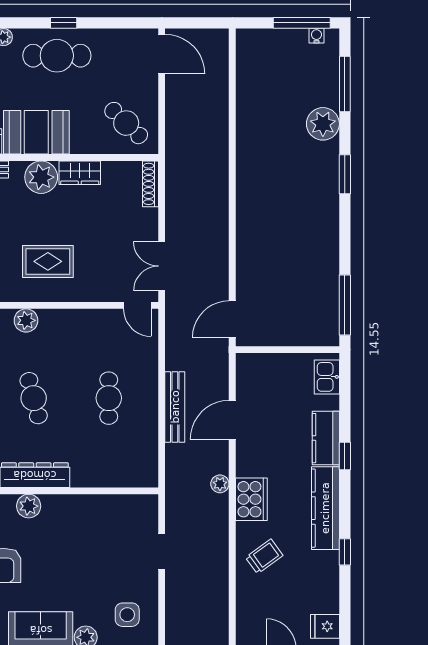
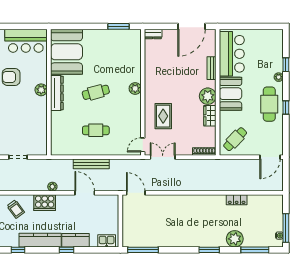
locker: (246, 120) -> (237, 200), added
rug: (48, 261) -> (163, 116), moved

